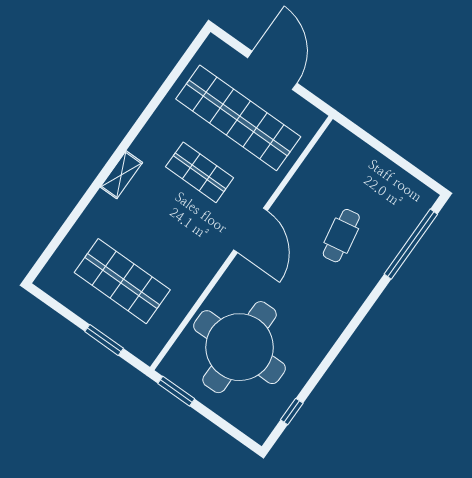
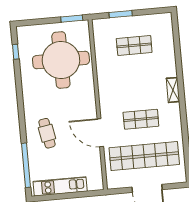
kitchen unit: (389, 175) -> (60, 186), added
door: (250, 230) -> (100, 133), moved
cafe table: (341, 236) -> (47, 133), moved
shop shelf: (122, 281) -> (134, 45), width x0.70, depth x0.74

